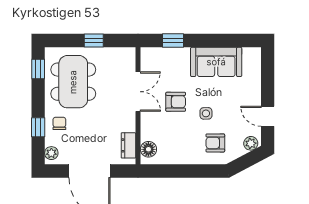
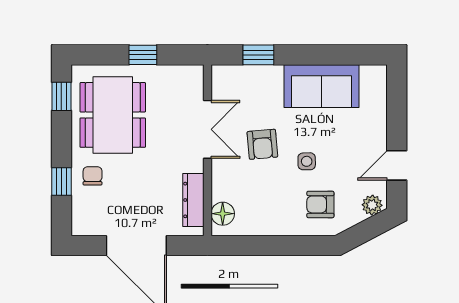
armchair: (176, 102) -> (262, 144), turned 85
door: (268, 116) -> (397, 165), hinge flipped
dresser: (128, 145) -> (193, 200), width x1.44
plant: (51, 153) -> (81, 219), removed

